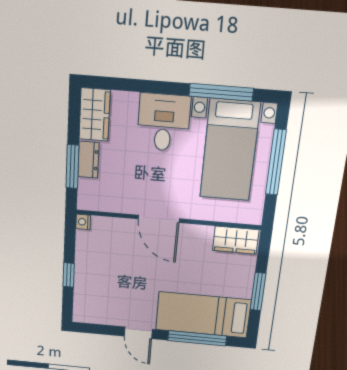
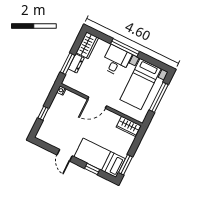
window: (221, 92) -> (125, 48), moved
door: (159, 219) -> (97, 103), hinge flipped
window: (258, 292) -> (126, 165), moved
window: (197, 338) -> (92, 169), width x0.46

